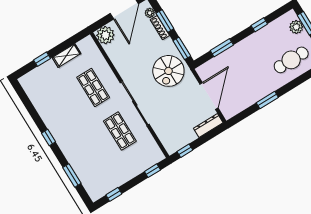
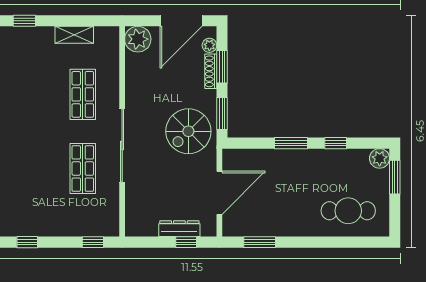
plant: (296, 27) -> (380, 158), moved
window: (222, 48) -> (291, 143), moved
window: (42, 59) -> (24, 21), moved
window: (267, 100) -> (260, 242), moved
dresser: (208, 125) -> (179, 229), moved
window: (185, 151) -> (186, 242), moved

